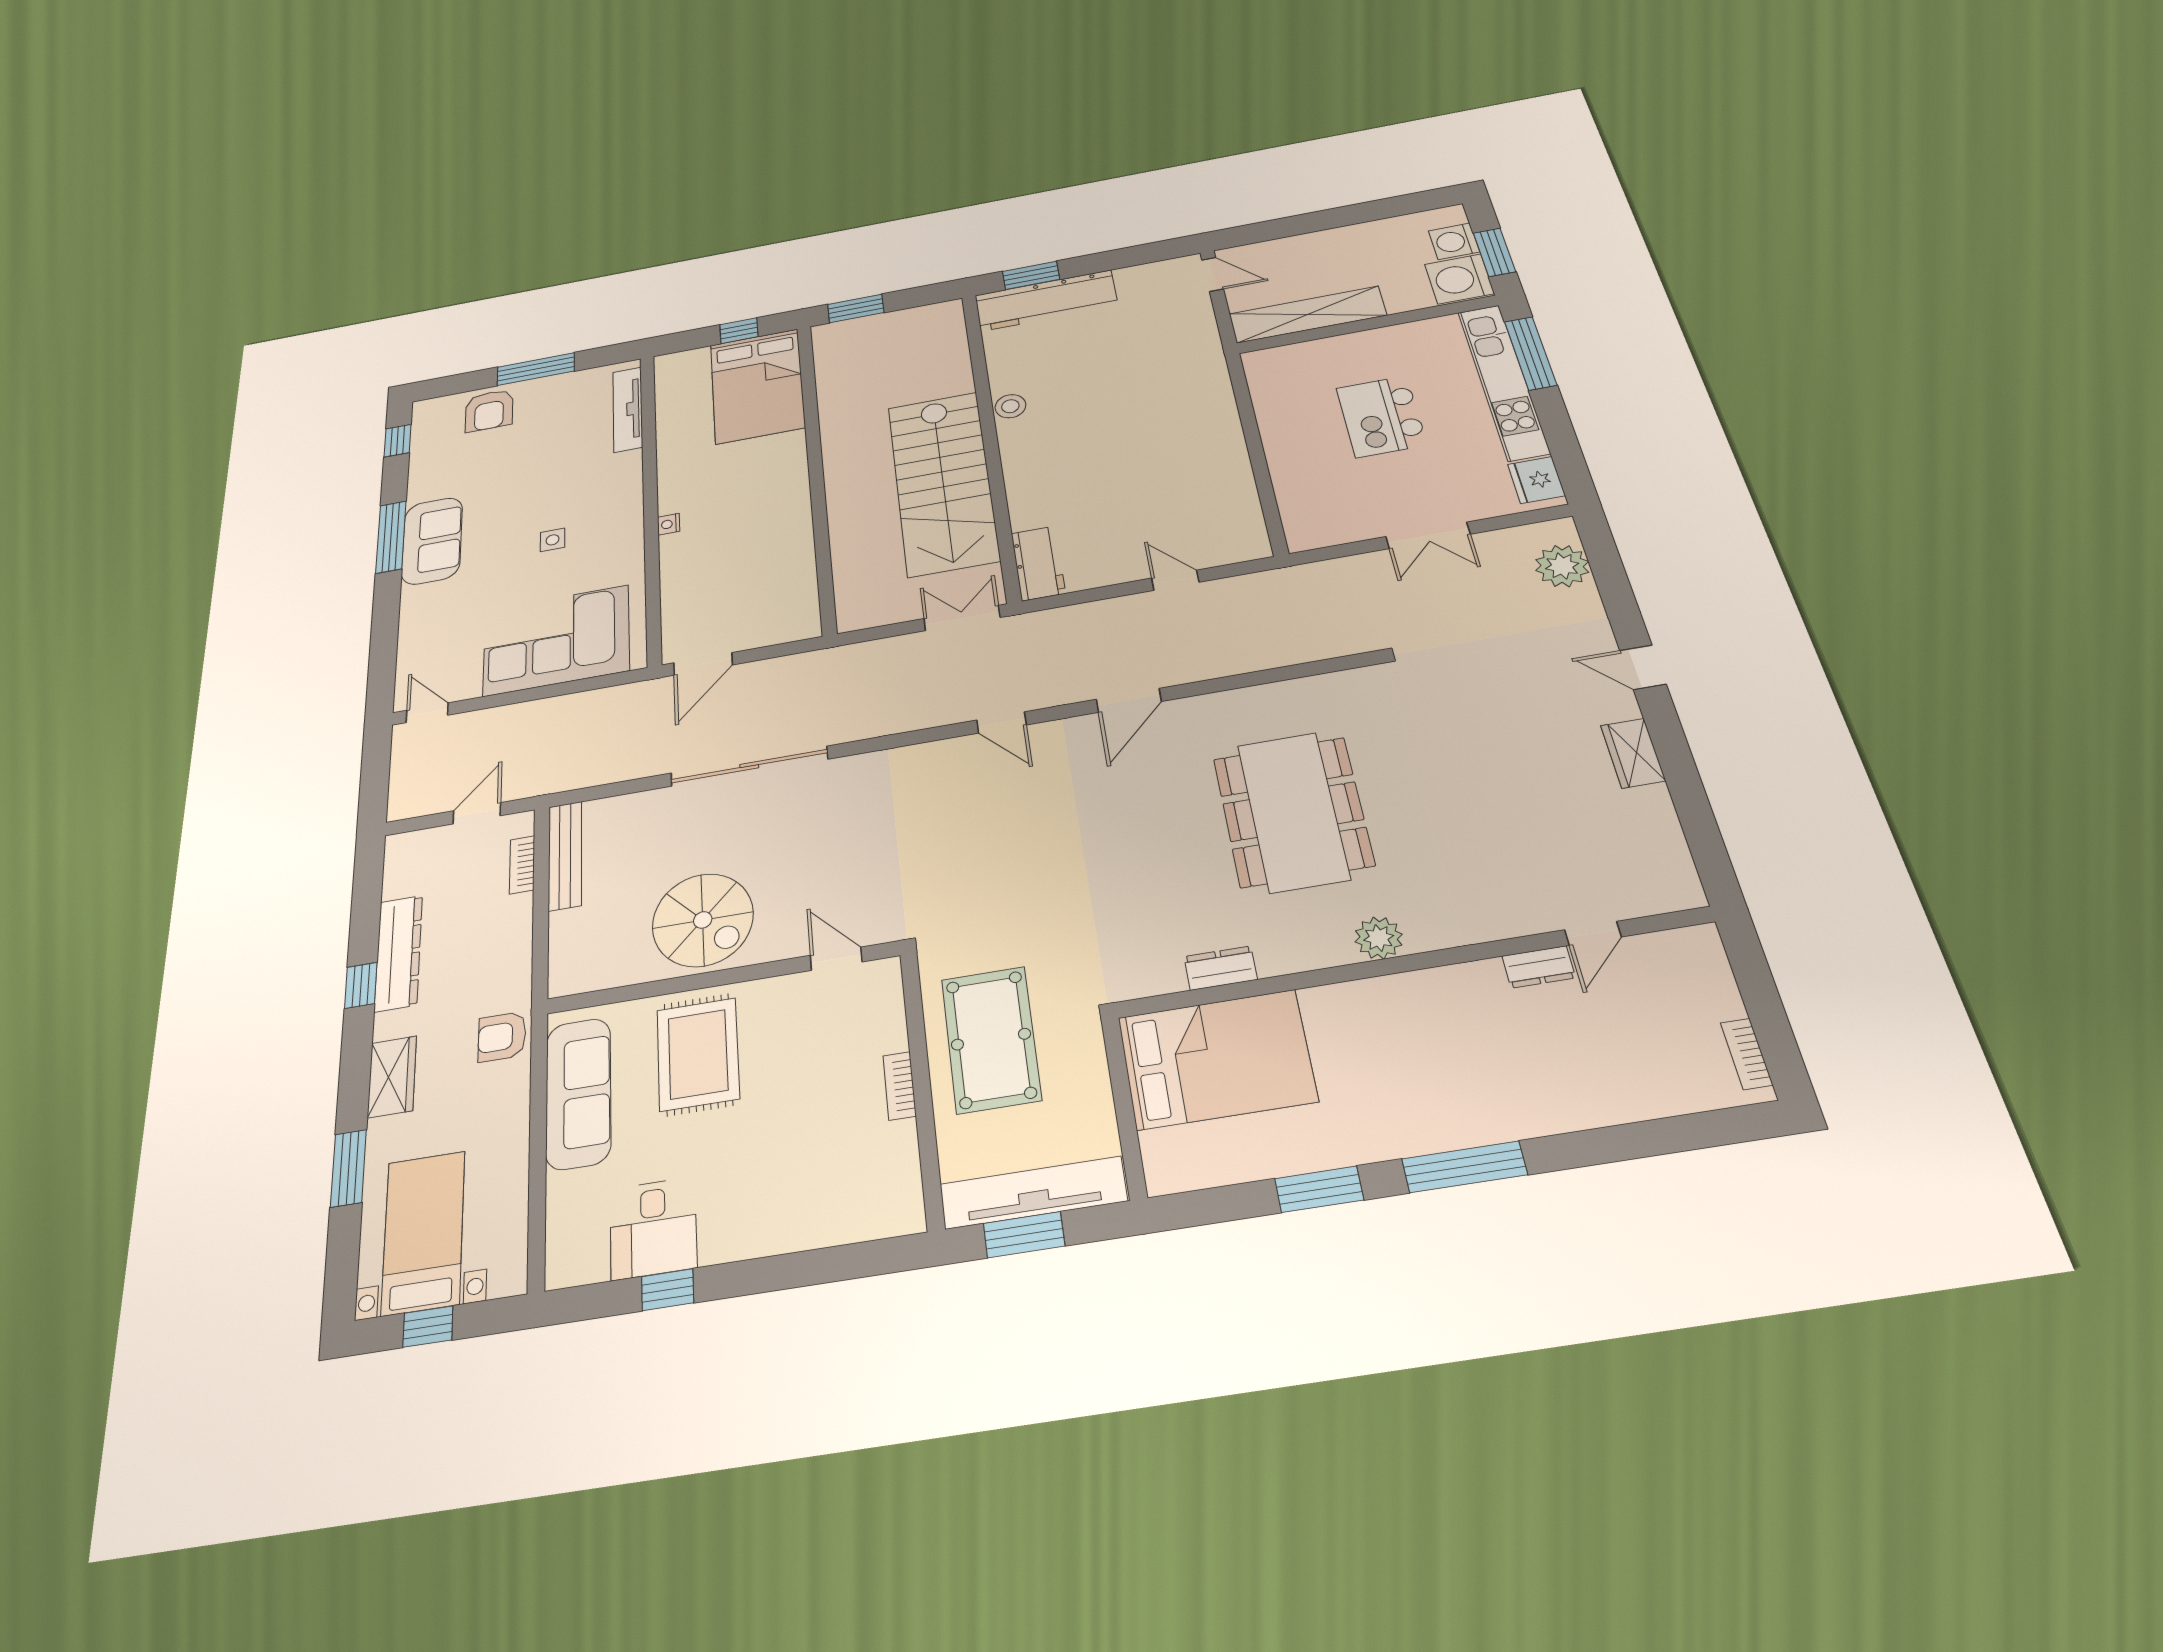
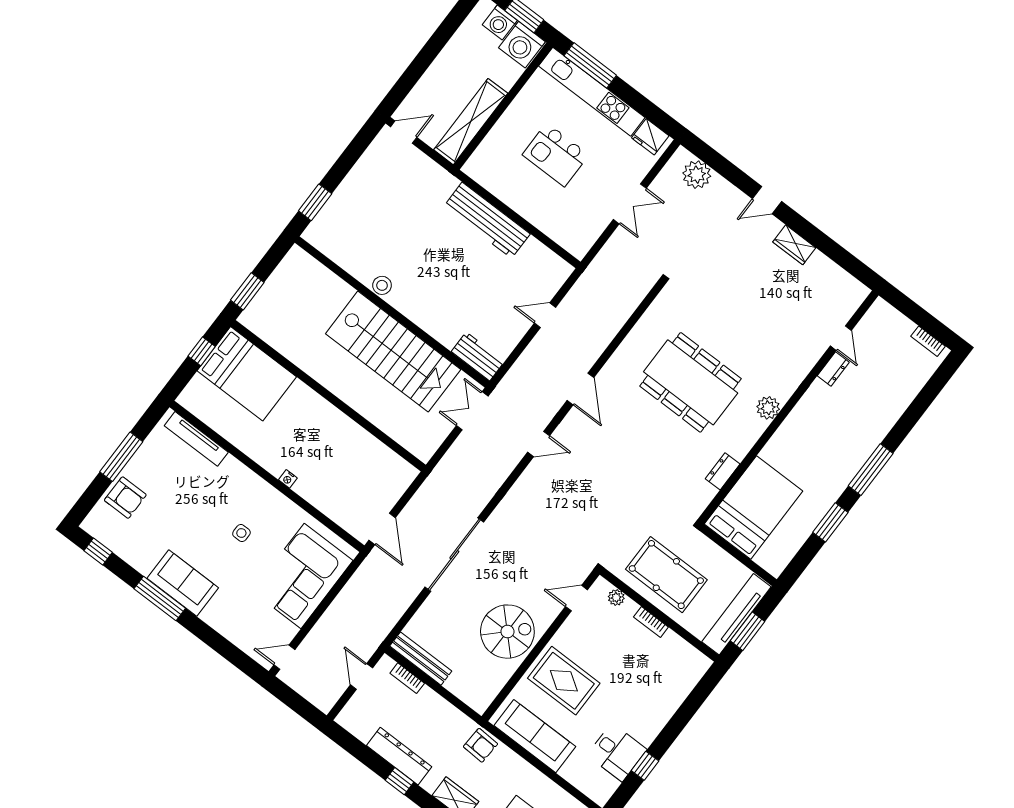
workbench: (1046, 301) -> (487, 220), moved, turned 90
plant: (889, 1007) -> (616, 597), added
armchair: (502, 1037) -> (481, 745), turned -87

